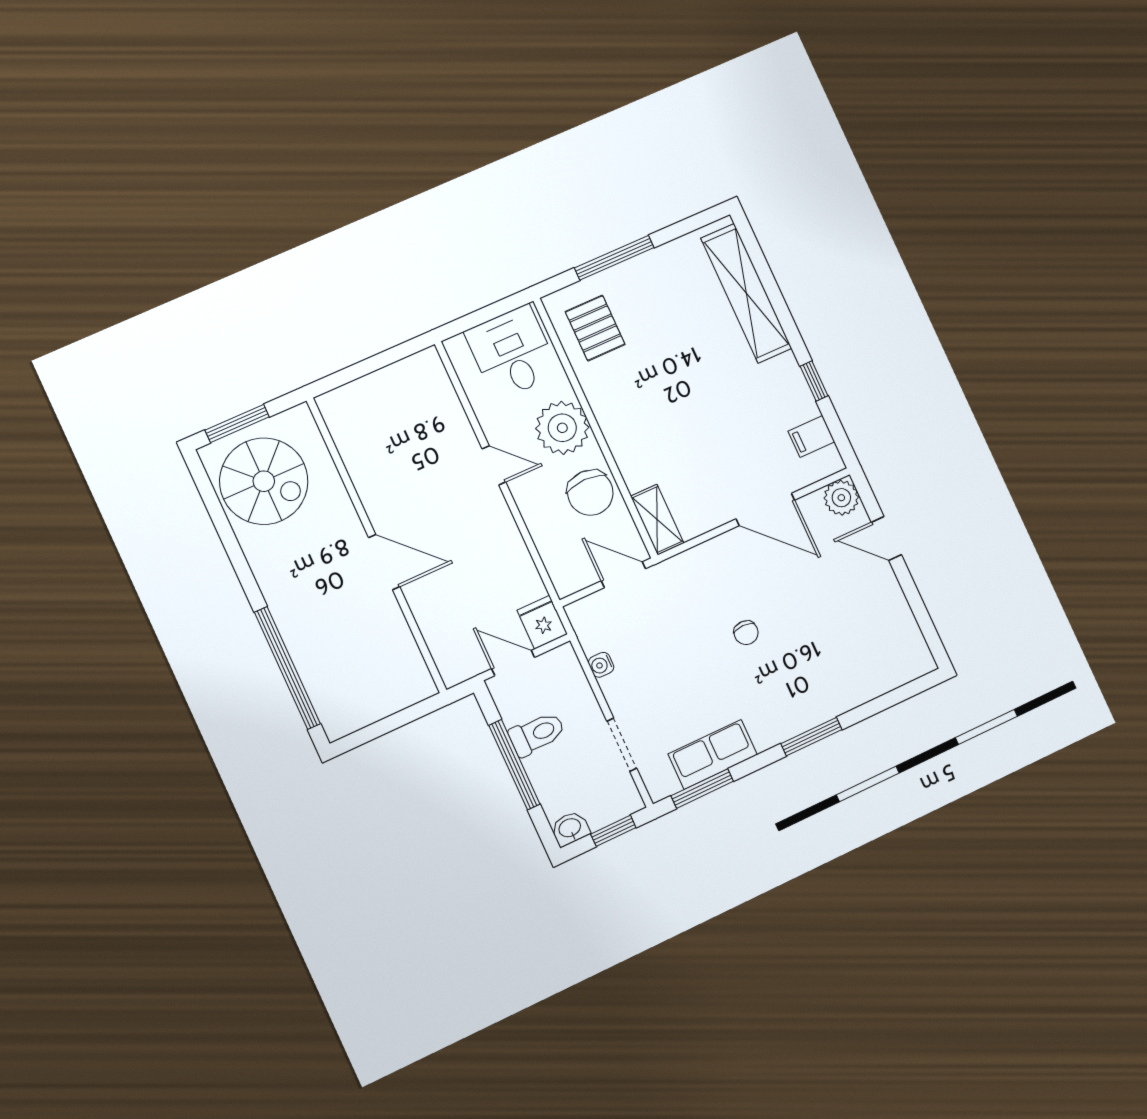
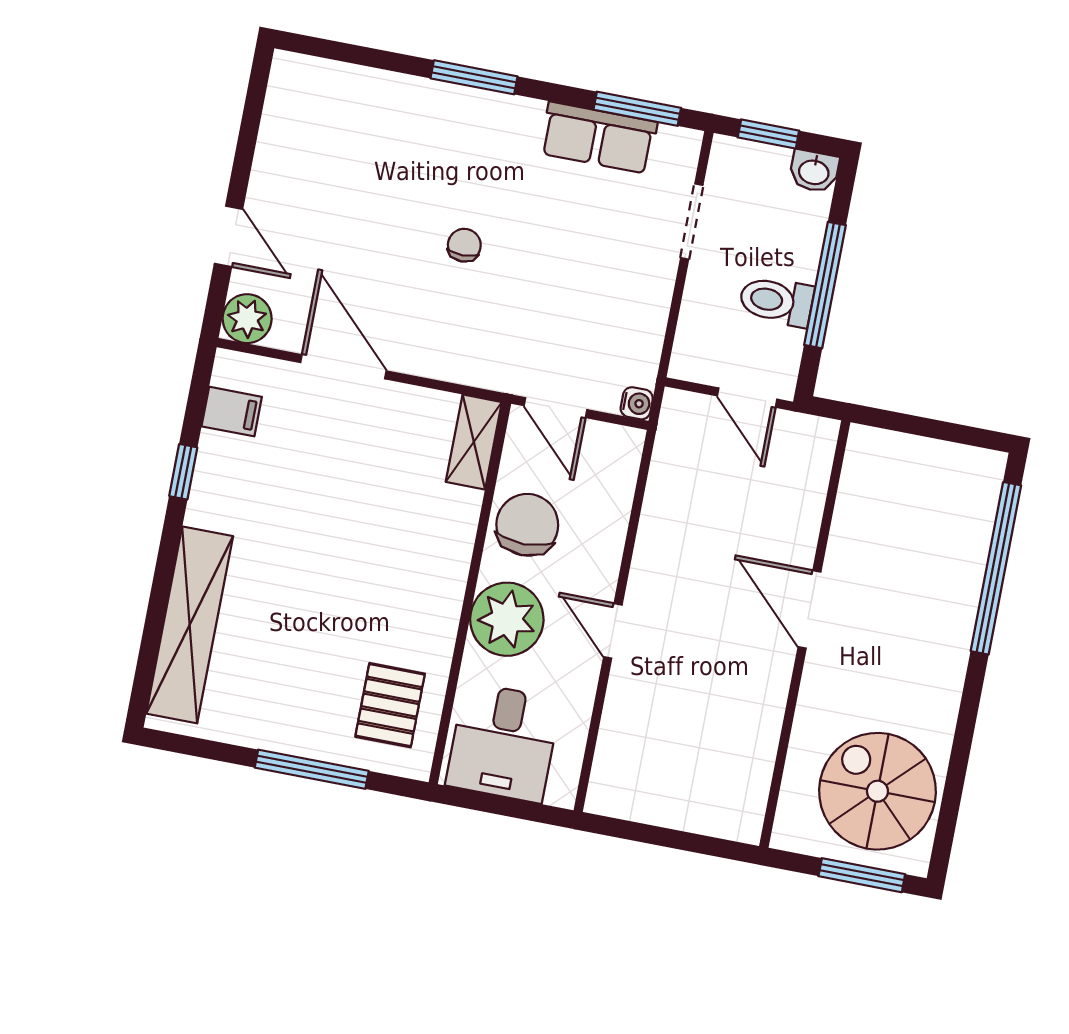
fridge: (542, 622) -> (683, 420), removed
water cooler: (601, 665) -> (637, 403), moved

